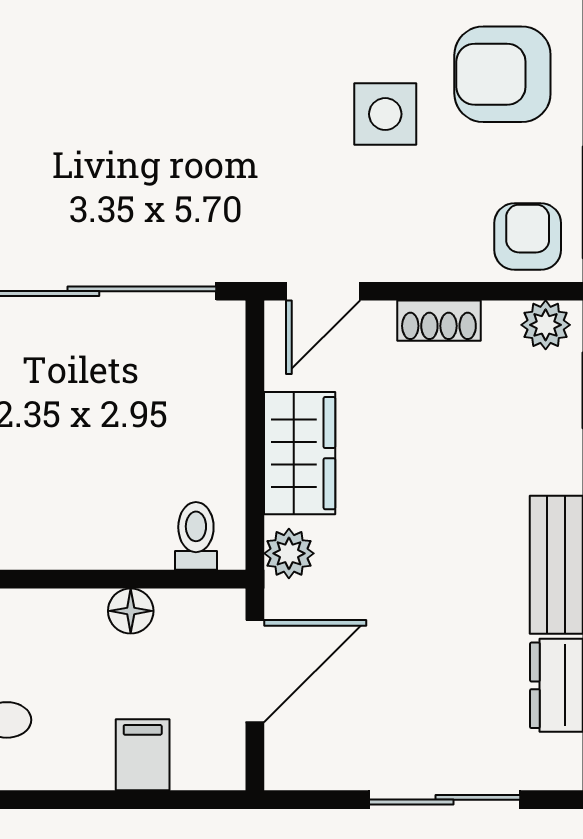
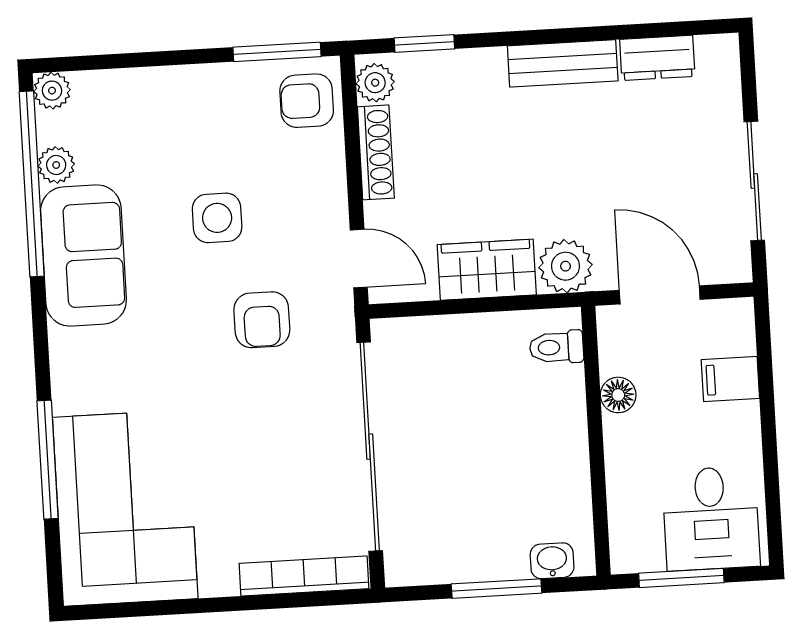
armchair: (502, 74) -> (262, 320), moved, width x0.72, depth x0.72
shoe rack: (439, 321) -> (376, 152), width x1.43
plant: (289, 553) -> (565, 266), width x1.38, depth x1.38
sliding door: (445, 800) -> (754, 181), moved

